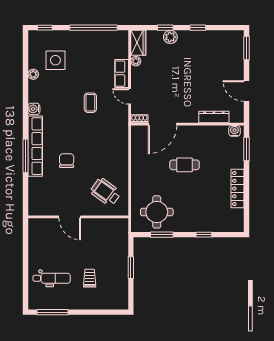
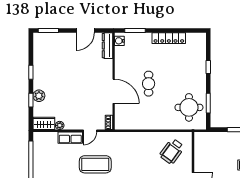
coffee table: (90, 103) -> (95, 164), width x1.86, depth x1.72
dresser: (214, 117) -> (107, 46), moved
door: (163, 124) -> (114, 91), moved

